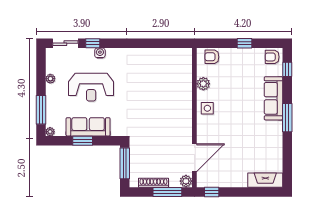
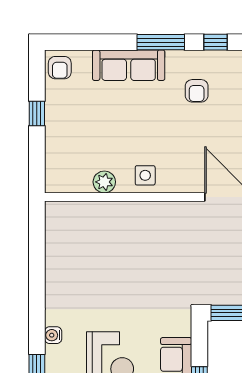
water cooler: (100, 53) -> (53, 335), moved
armchair: (212, 57) -> (197, 91), moved
window: (287, 69) -> (215, 42), moved

